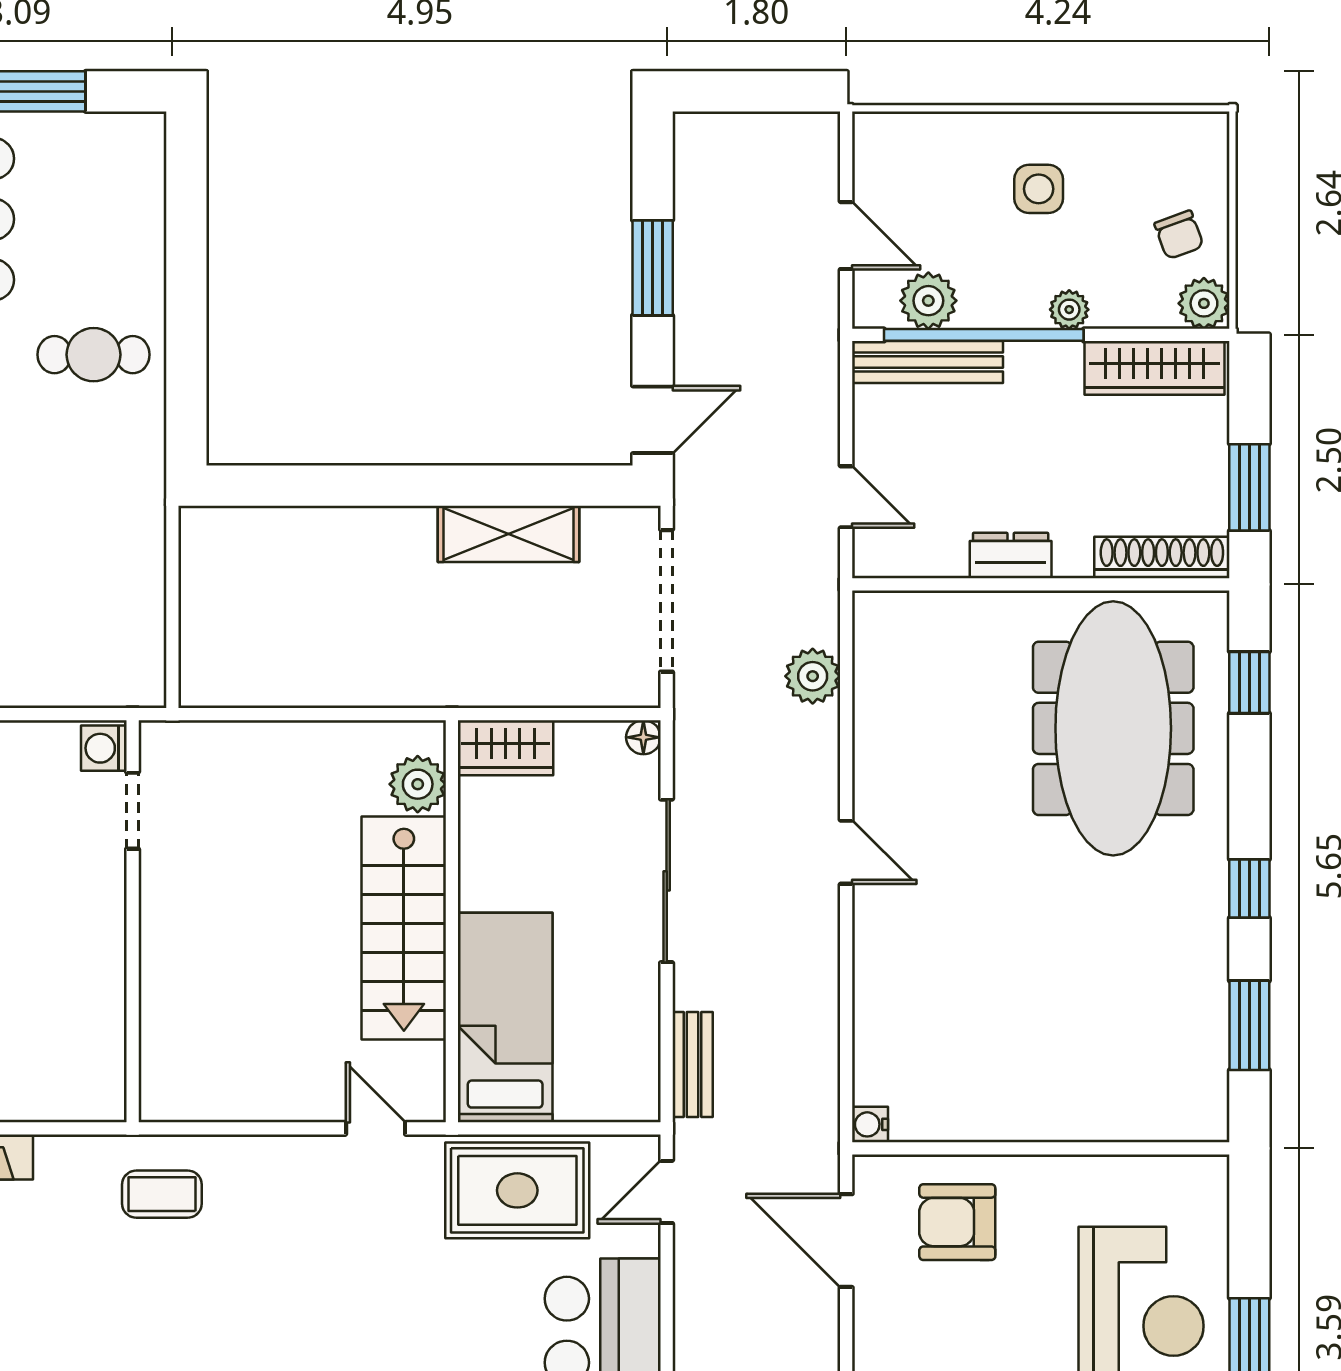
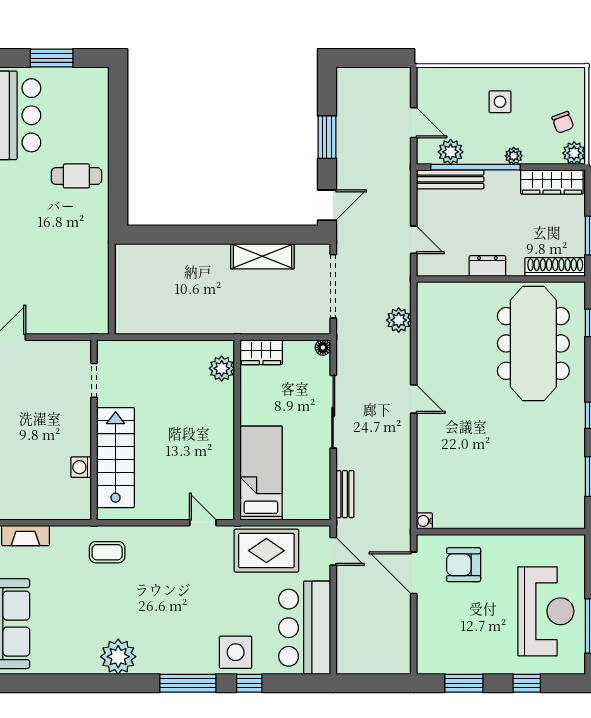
washing machine: (104, 748) -> (81, 467), moved
stairs: (404, 928) -> (116, 458), moved, turned 180
door: (667, 1192) -> (333, 551), swing flipped

